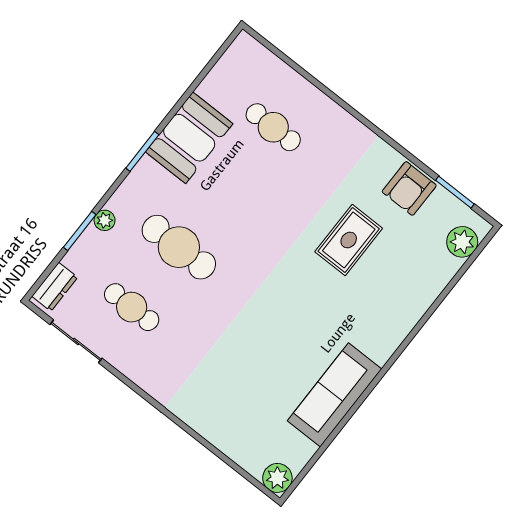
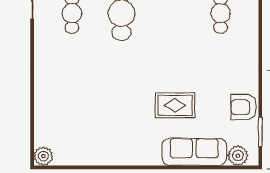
rug: (349, 240) -> (175, 105), moved
sofa: (334, 395) -> (194, 152), moved

